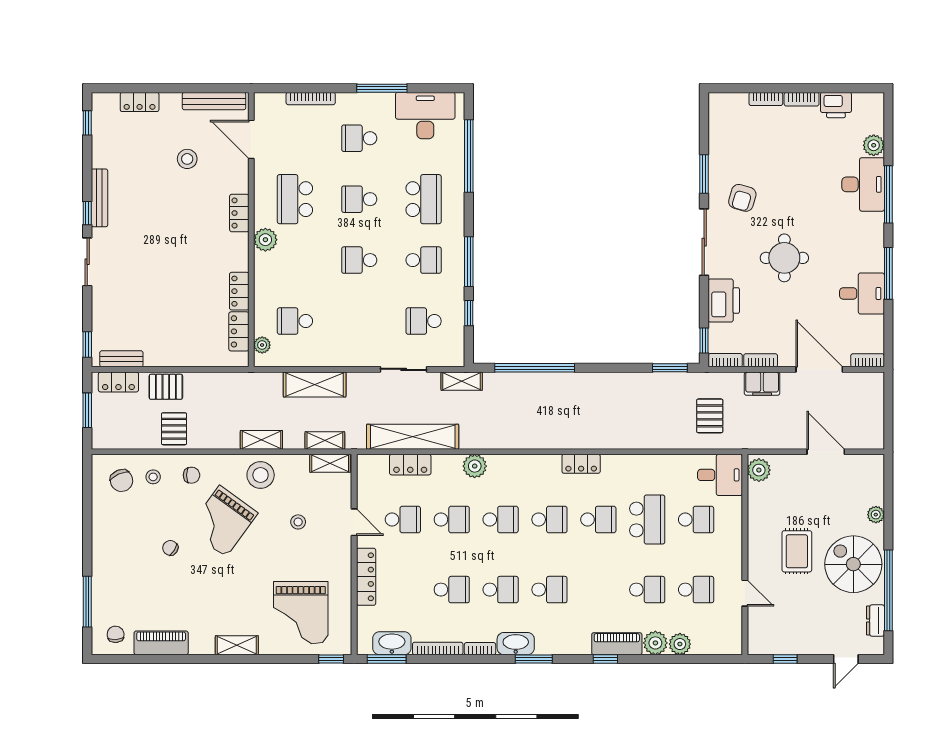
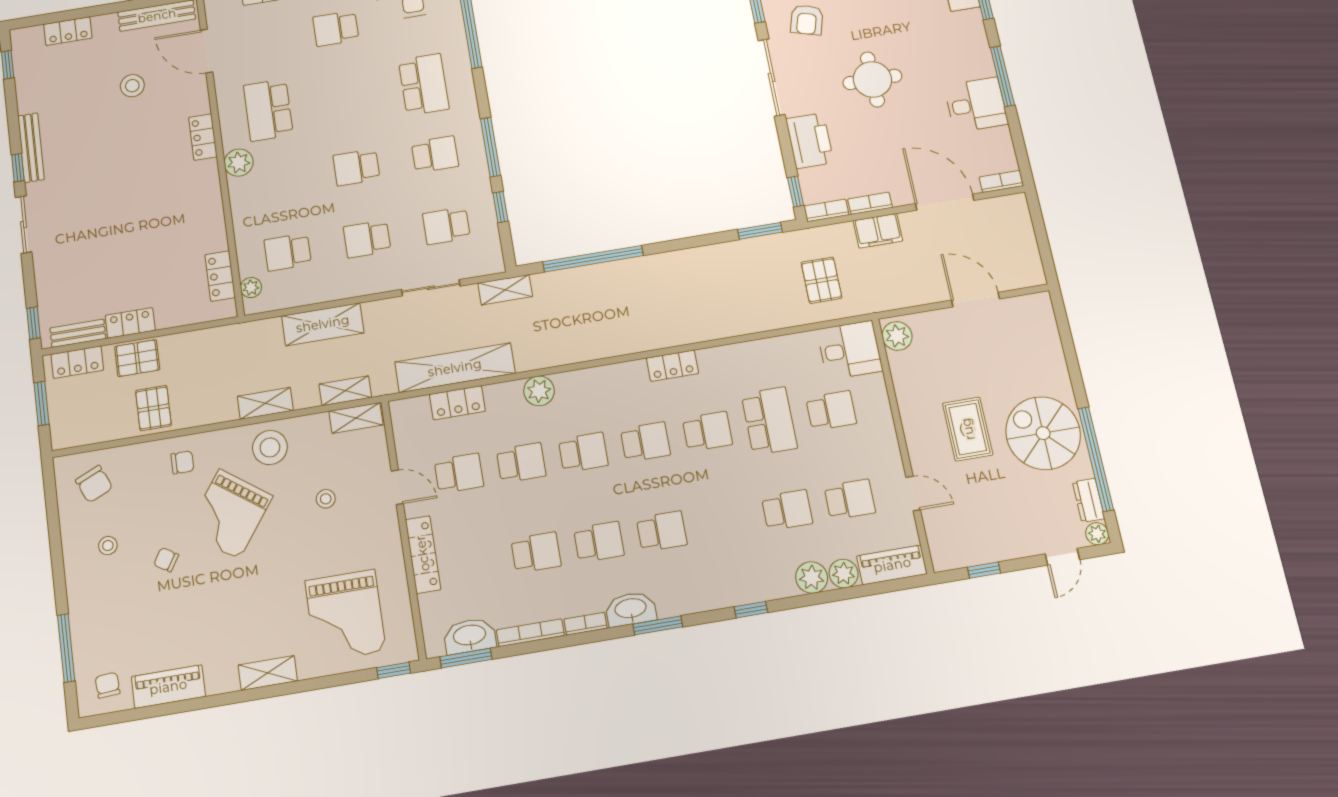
school desk: (359, 199) -> (367, 239), moved
locker: (239, 291) -> (130, 323), moved, turned 90
stool: (153, 477) -> (108, 546), moved
plant: (876, 515) -> (1097, 534), moved
piano: (617, 644) -> (892, 565), moved

